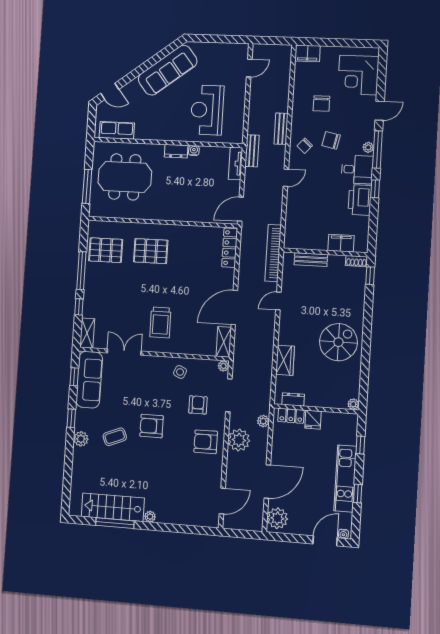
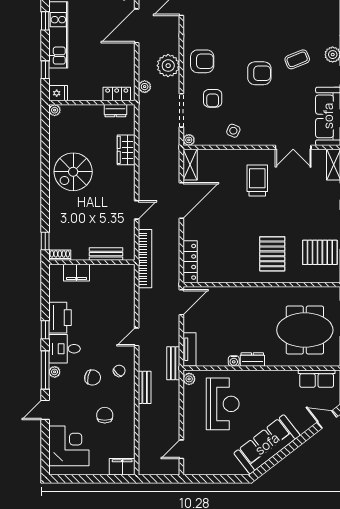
plant: (238, 135) -> (189, 379), added
pallet: (151, 251) -> (272, 254), turned 90
fridge: (313, 420) -> (58, 93), moved, turned 90

